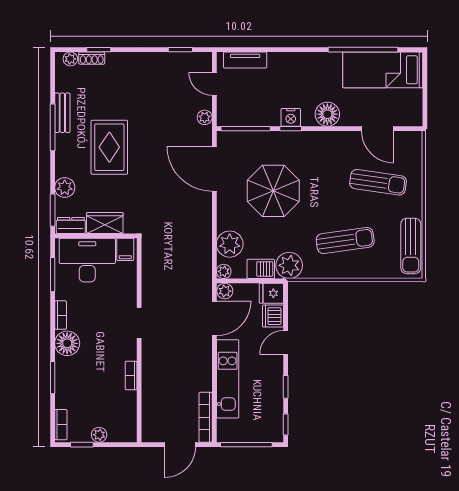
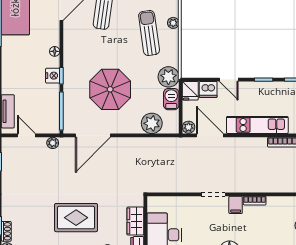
door: (214, 84) -> (26, 135), swing flipped
floor lamp: (327, 114) -> (55, 51), width x0.53, depth x0.53
filing cabinet: (125, 249) -> (236, 205), moved, turned 90
plant: (224, 271) -> (173, 23), moved

